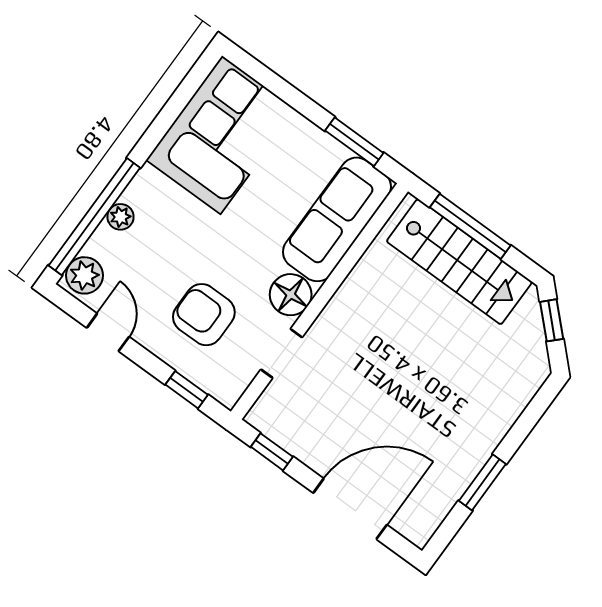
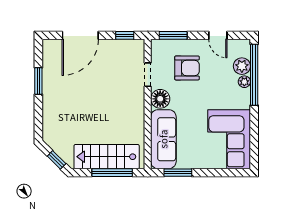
plant: (84, 275) -> (242, 66), moved
window: (187, 390) -> (173, 35), width x1.50

